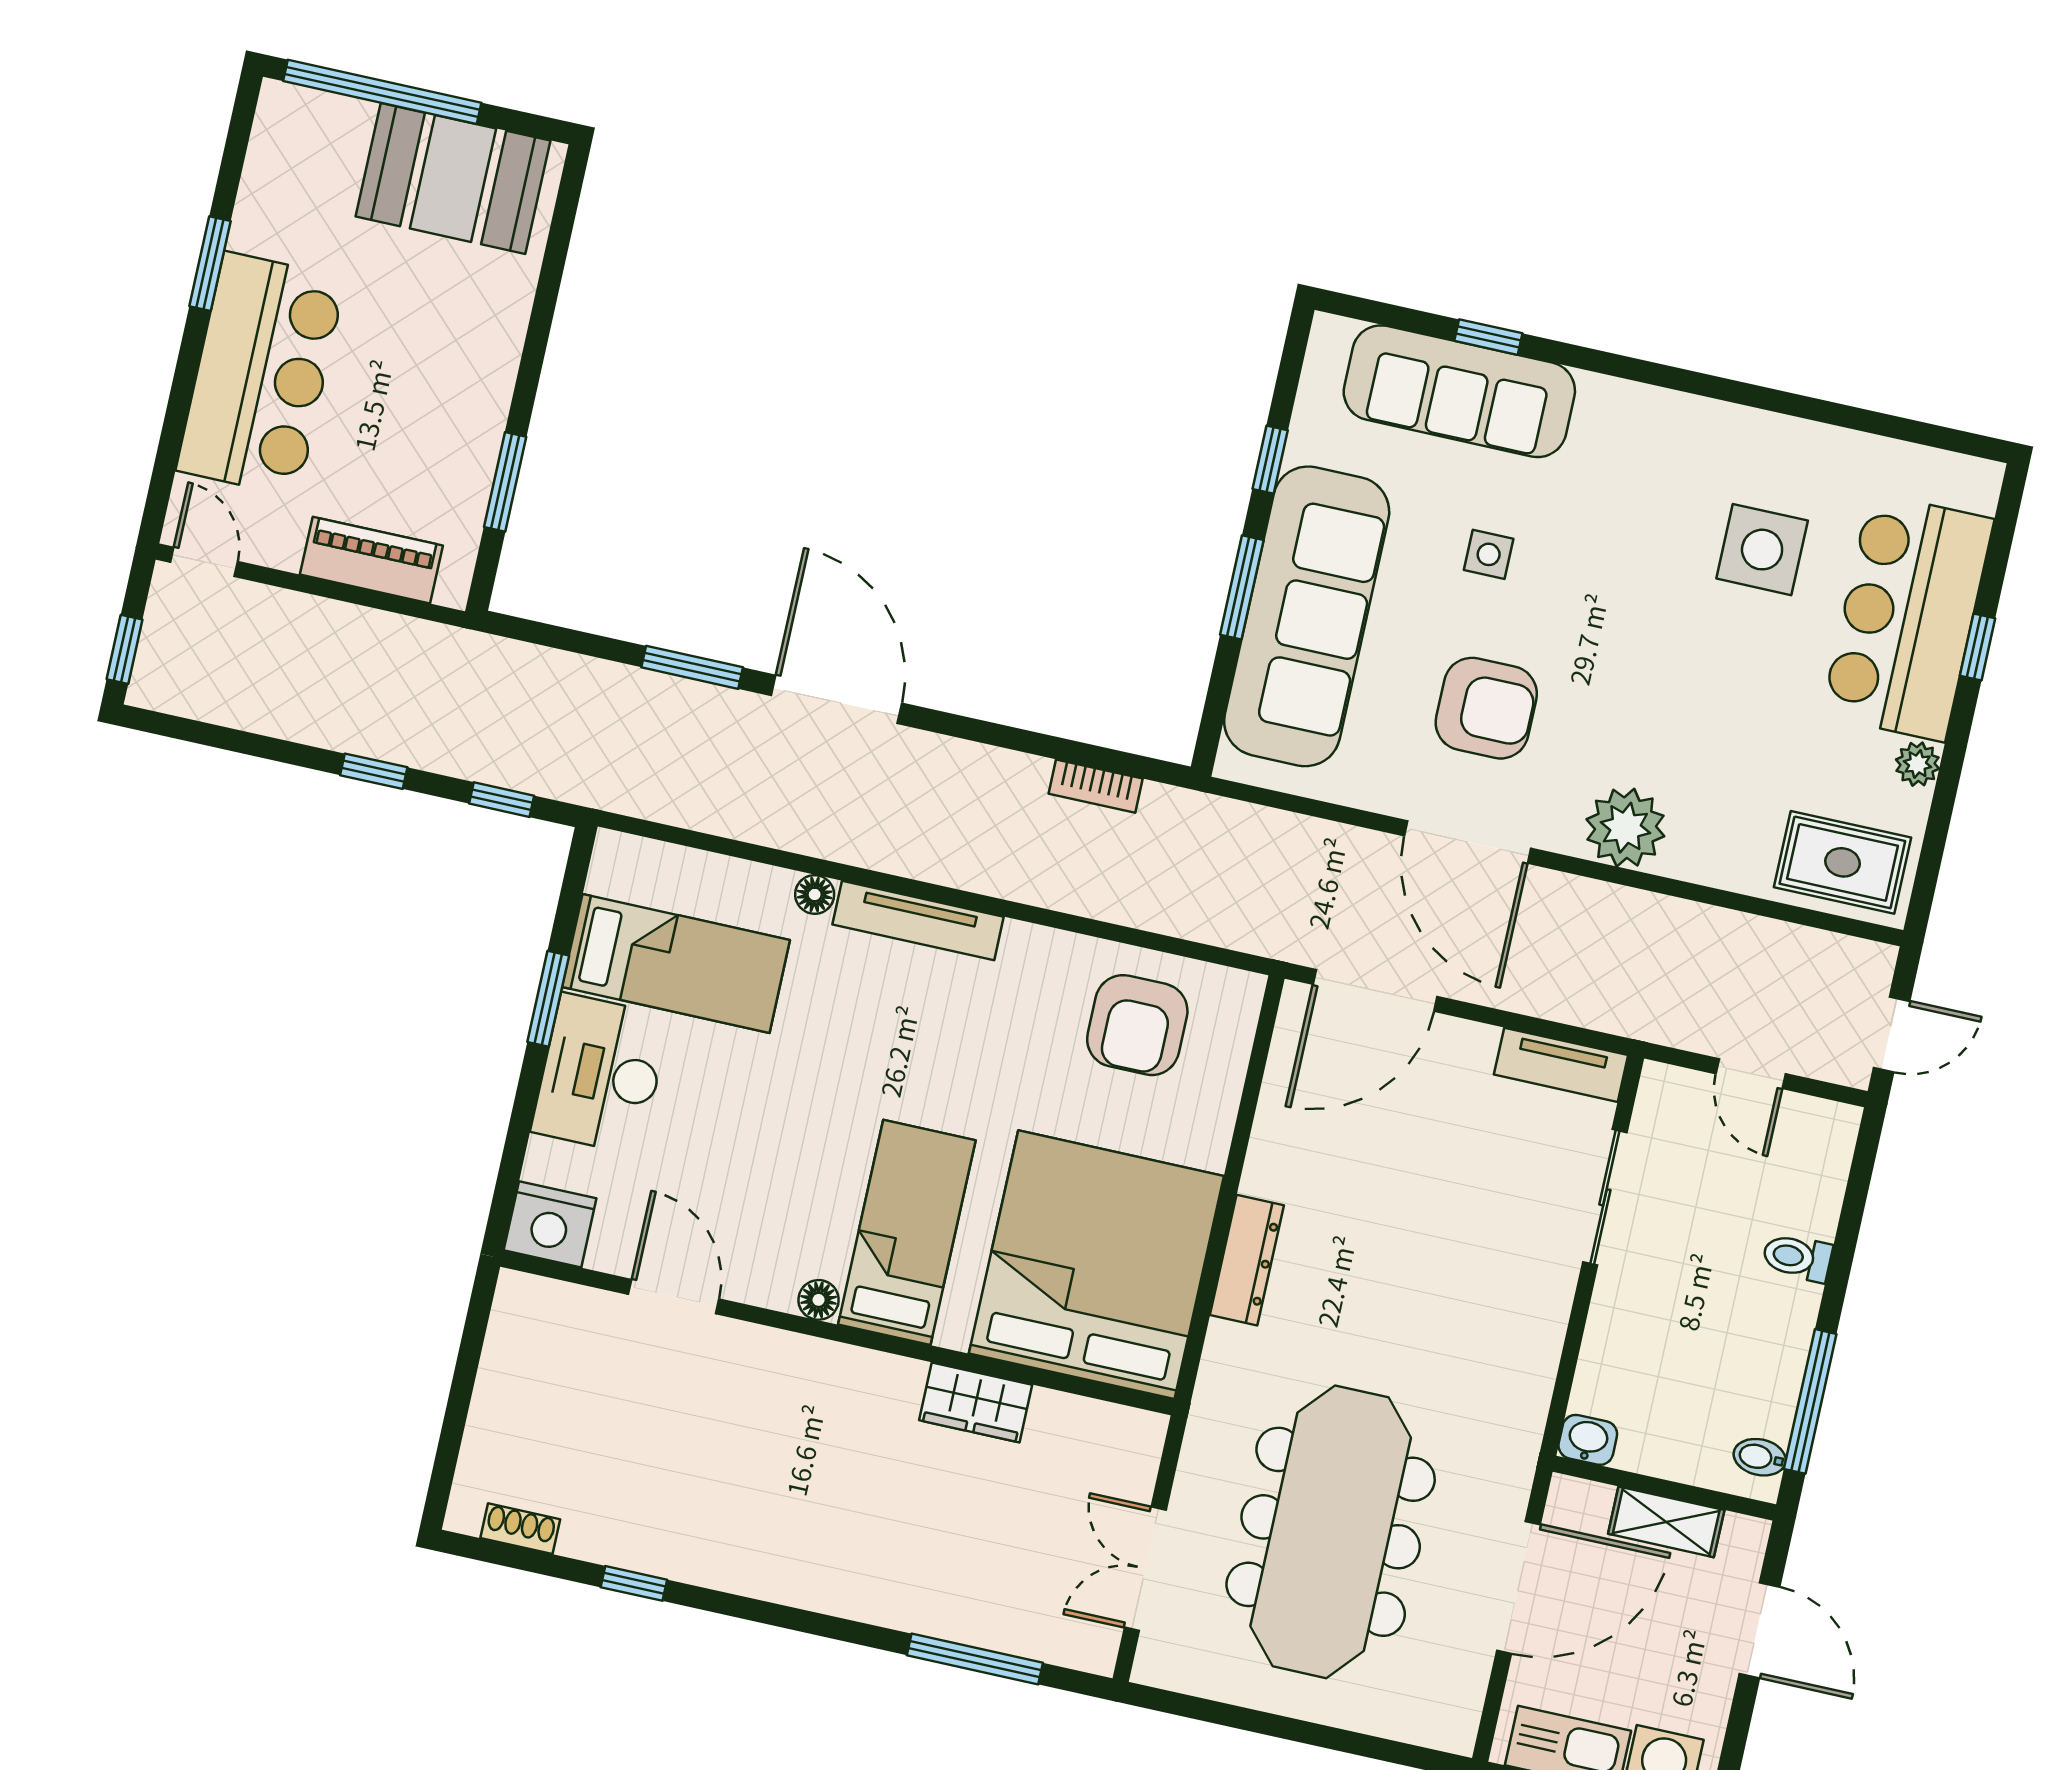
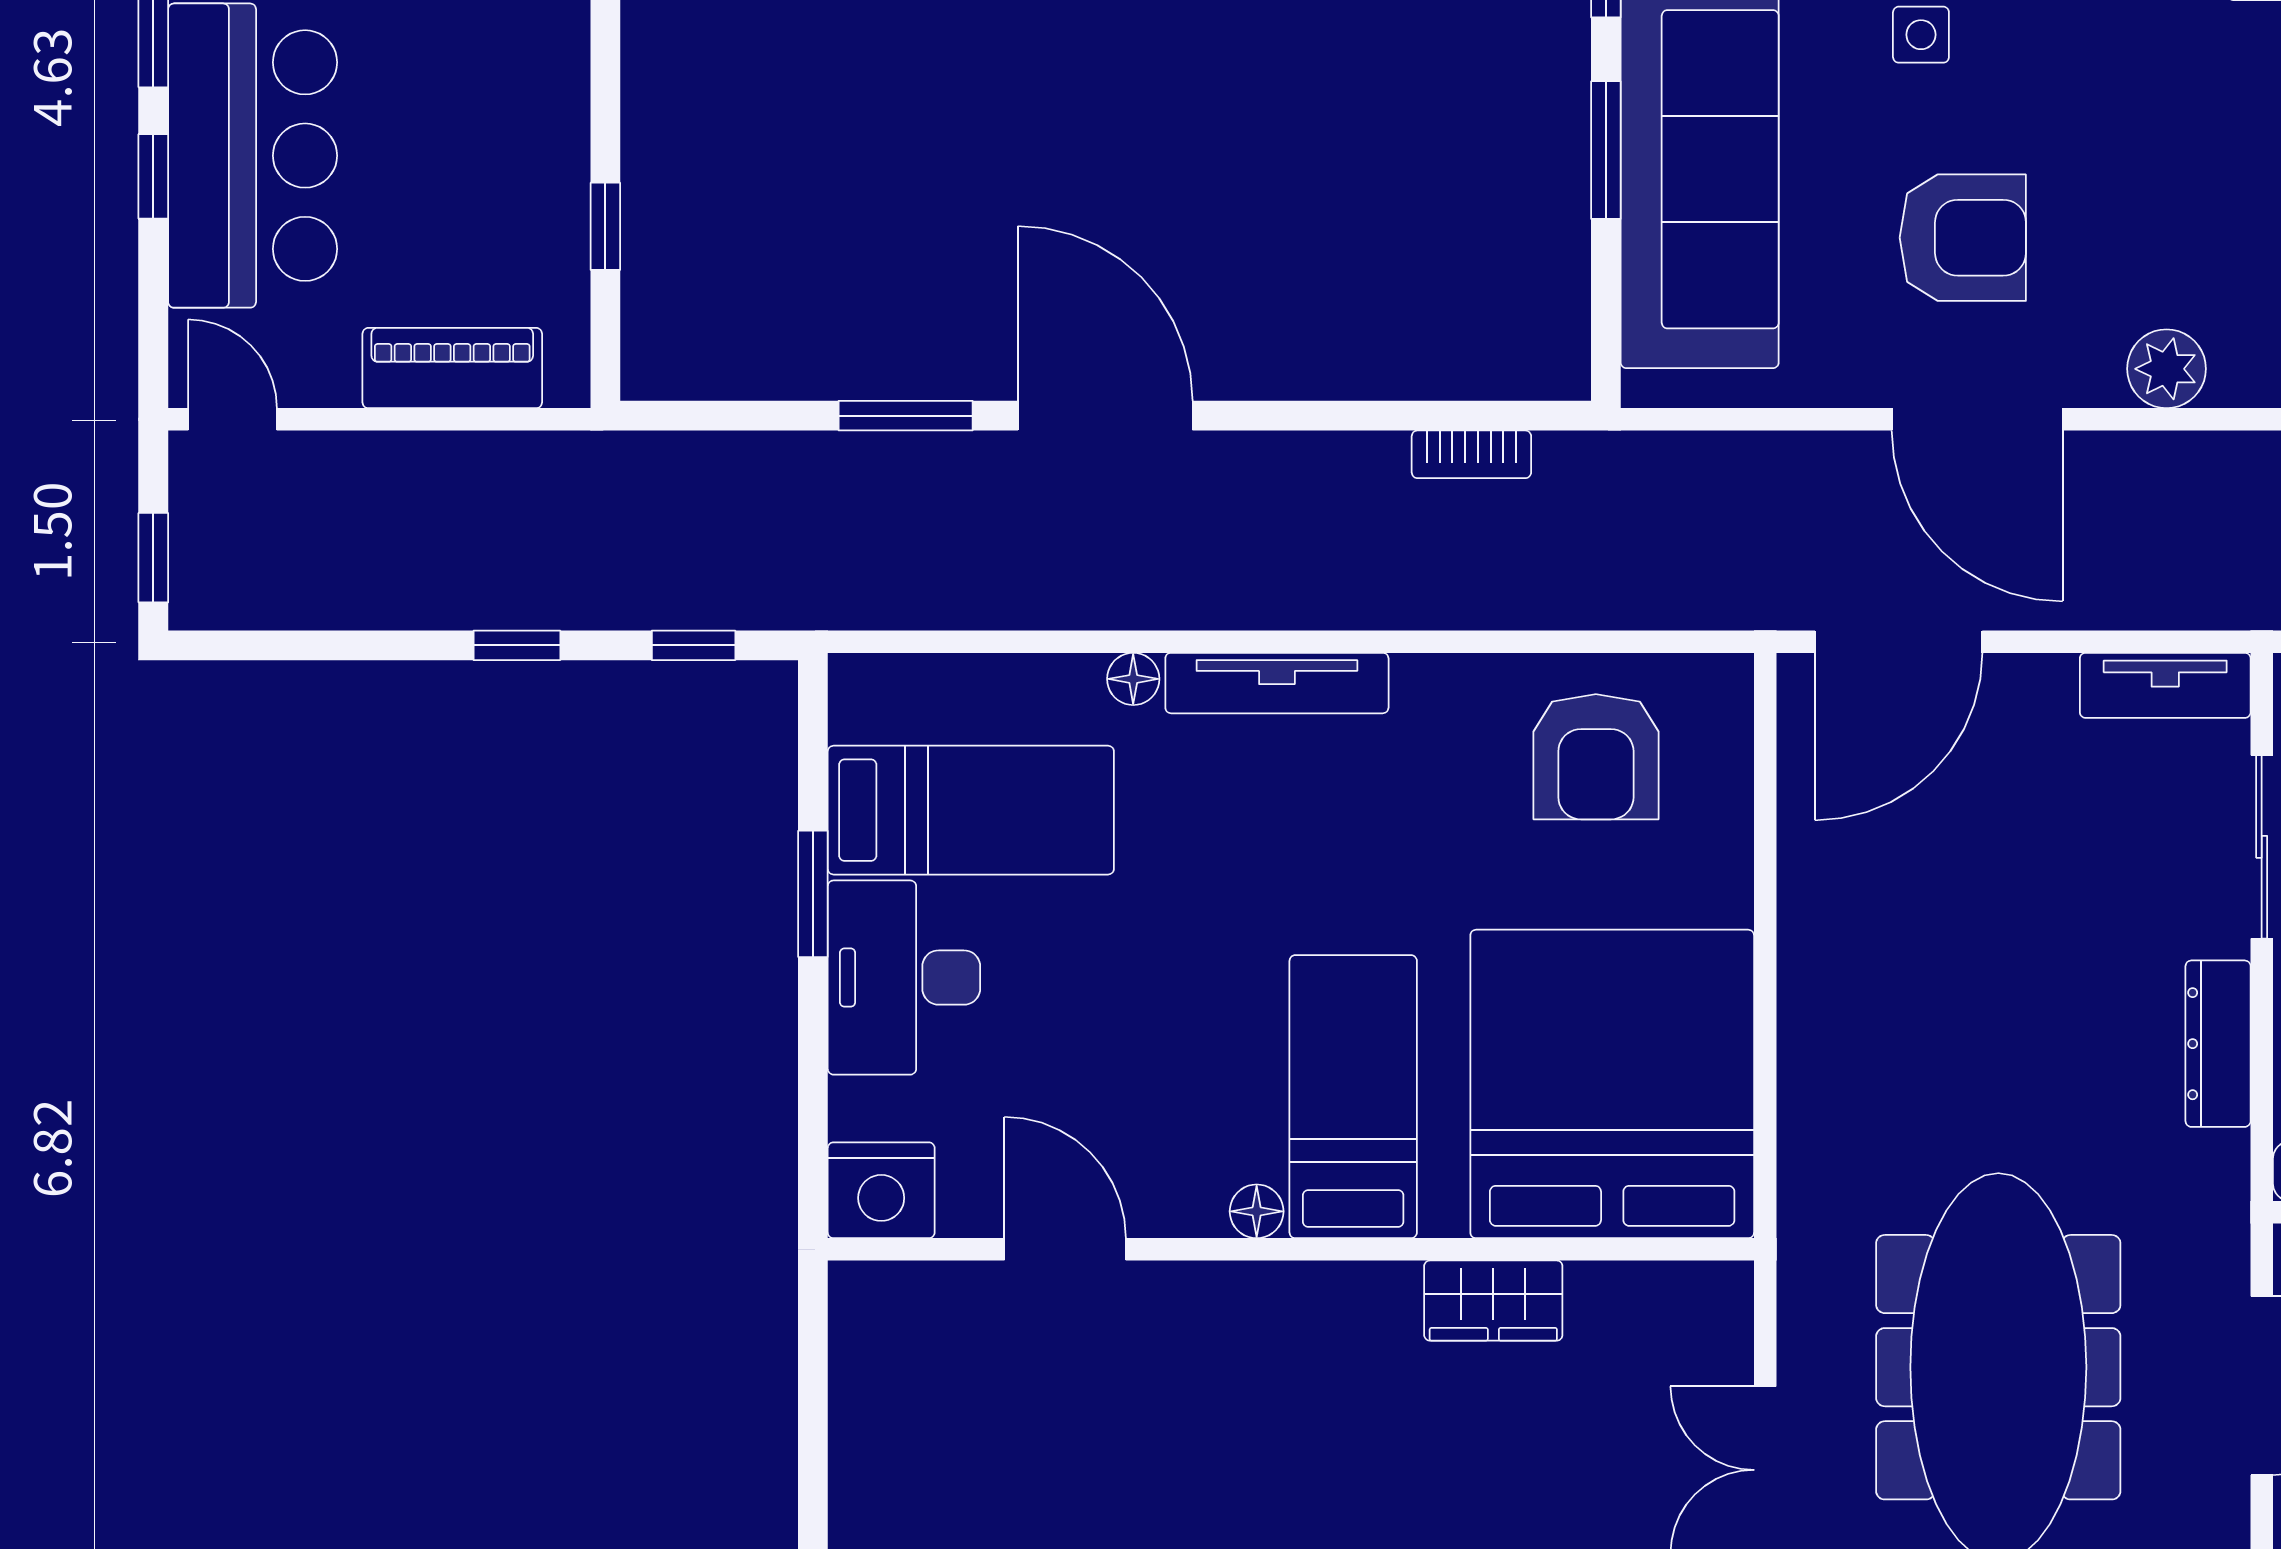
window: (186, 373) -> (153, 176), added
window: (505, 482) -> (605, 226), width x0.67
plant: (1625, 828) -> (2167, 369), width x0.73, depth x0.73
dresser: (1247, 1260) -> (2218, 1044), moved, turned 180

